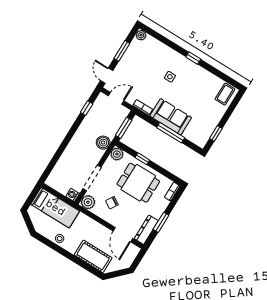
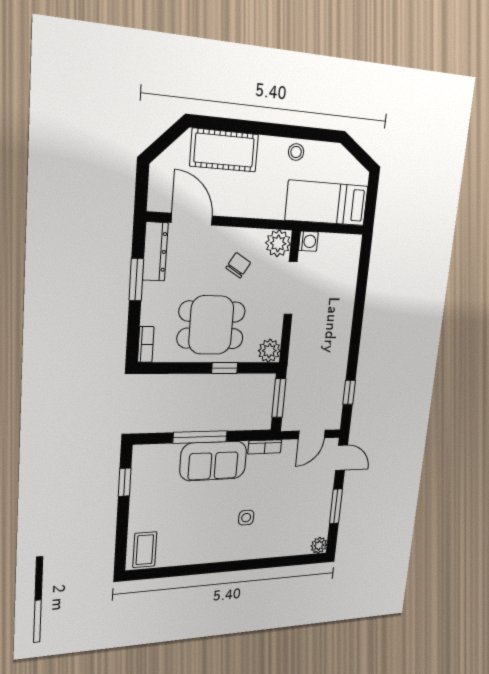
window: (193, 58) -> (225, 567), removed
boiler: (103, 143) -> (300, 356), removed

